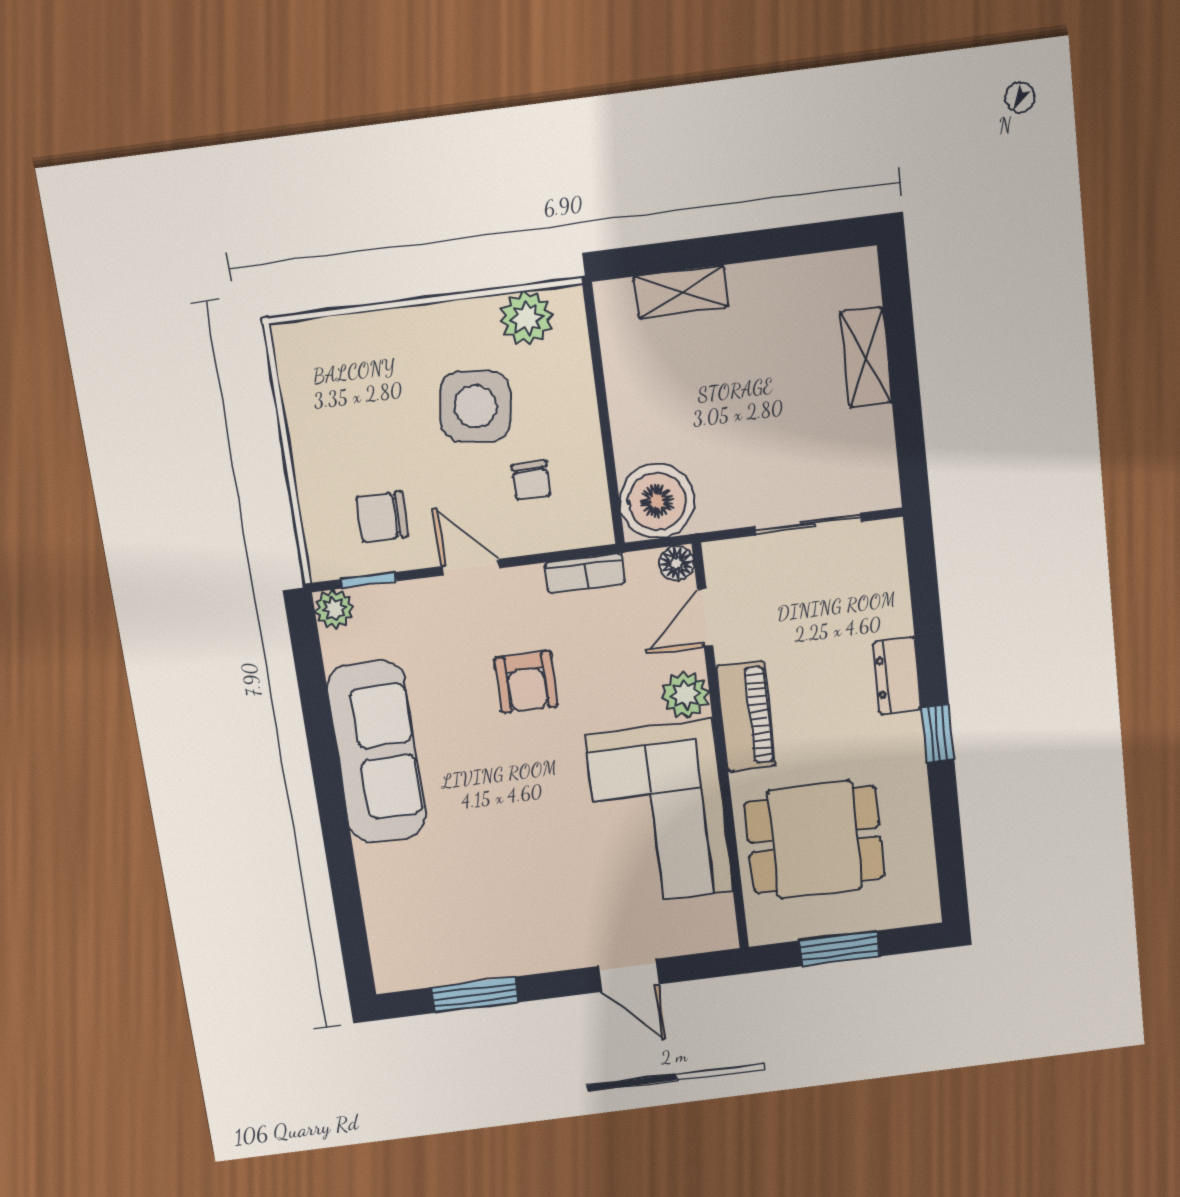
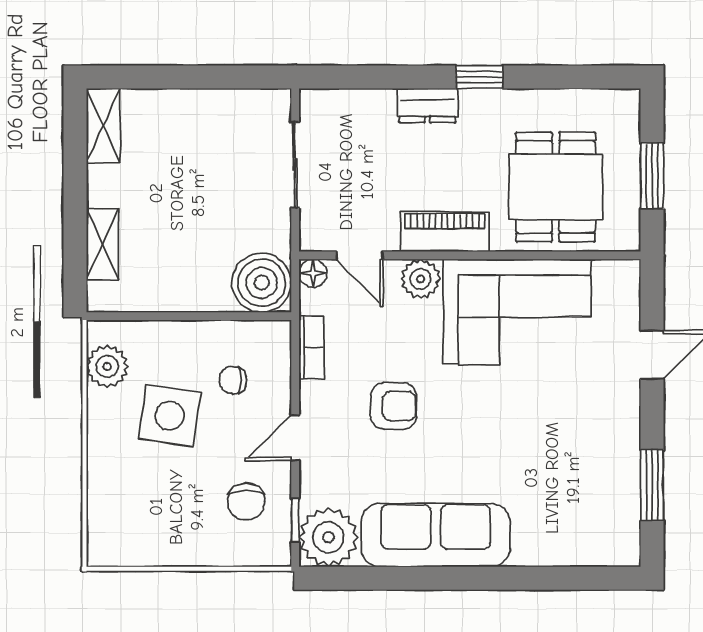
shelving: (866, 357) -> (103, 126), moved, turned 90
chair: (531, 480) -> (233, 380), turned 180
plant: (334, 609) -> (328, 537), width x1.88, depth x1.88

